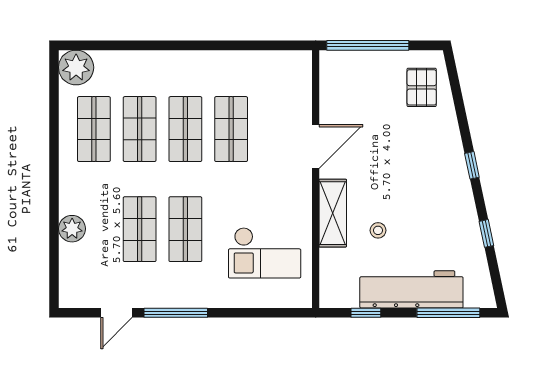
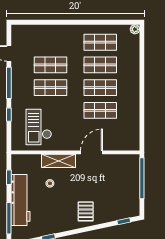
plant: (76, 67) -> (135, 29), width x0.53, depth x0.53
pallet: (422, 87) -> (86, 211), moved, turned 90
door: (316, 147) -> (92, 152), swing flipped
window: (472, 165) -> (124, 221), moved
plant: (72, 229) -> (51, 31), removed
window: (240, 313) -> (9, 115), added

